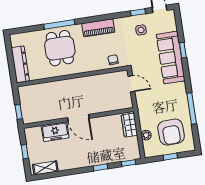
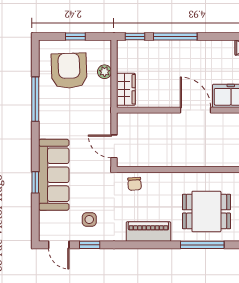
dining table: (60, 48) -> (206, 211), turned 90
window: (100, 167) -> (175, 36), width x2.17

